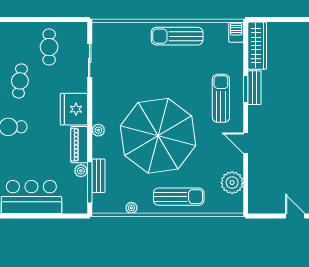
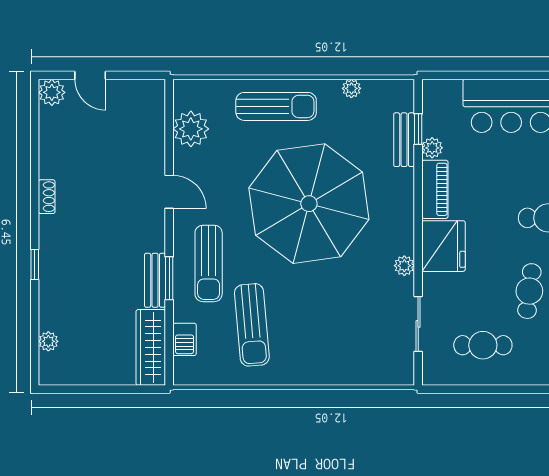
barbecue: (236, 32) -> (185, 339), moved
sun lounger: (177, 36) -> (252, 325), moved, turned 85
cafe table: (49, 47) -> (483, 345), turned 90
plant: (98, 130) -> (404, 266), moved
window: (90, 182) -> (418, 129), width x0.46
sun lounger: (179, 197) -> (276, 106), turned 180

